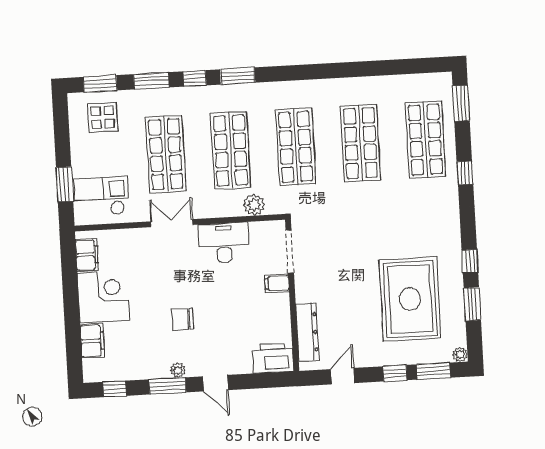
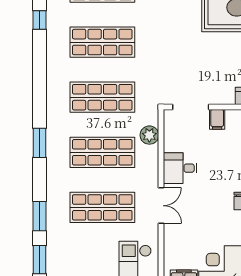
window: (195, 78) -> (40, 20), moved
display table: (103, 117) -> (68, 259), removed
double door: (172, 223) -> (161, 206), swing flipped
desk: (224, 243) -> (180, 168), width x0.73

